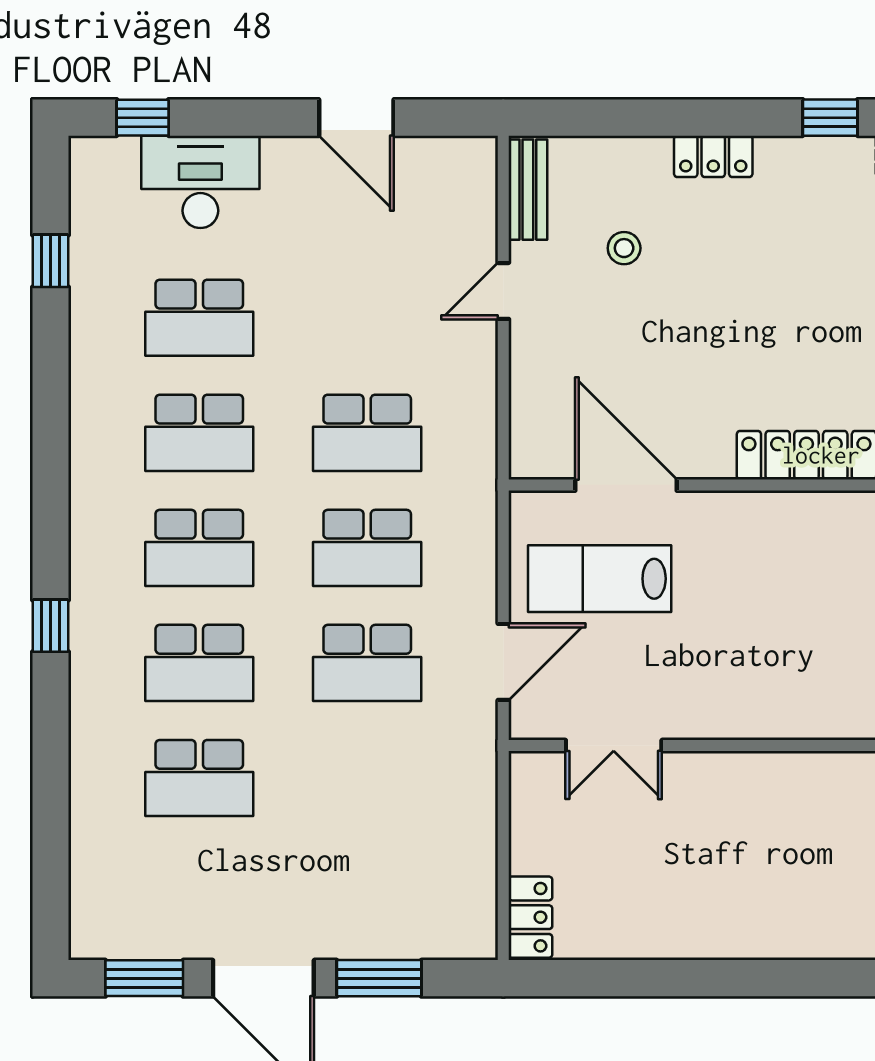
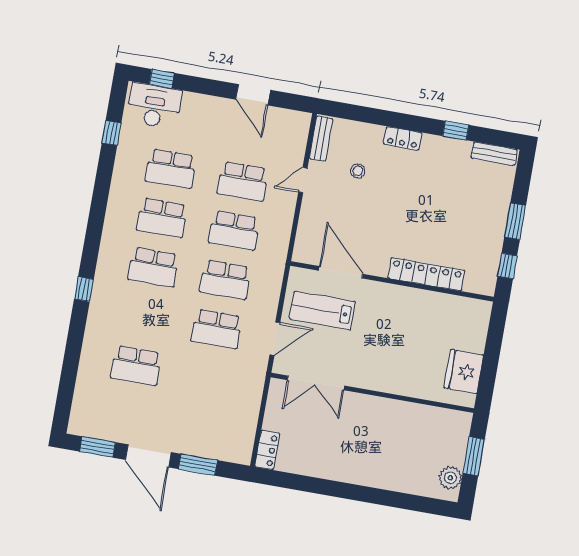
desk: (200, 182) -> (154, 106), moved
school desk: (199, 663) -> (243, 181), moved
double door: (614, 746) -> (316, 383), width x1.37

